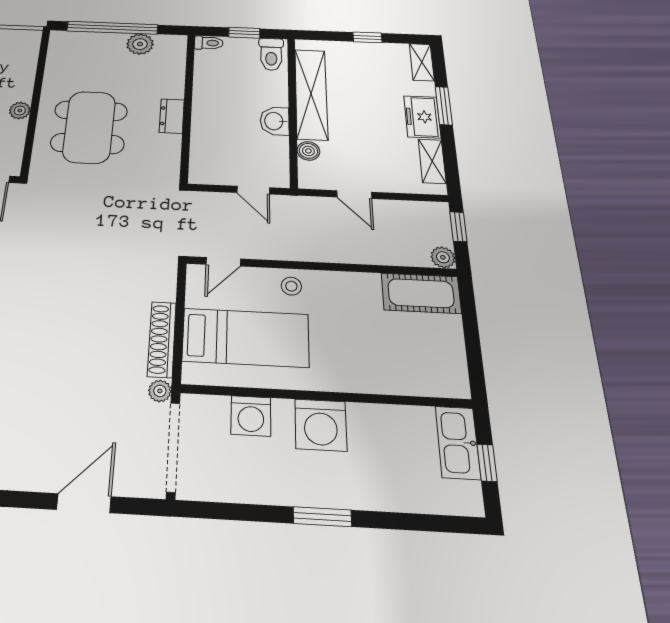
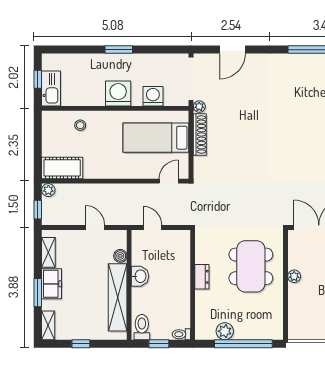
stool: (291, 286) -> (80, 125), moved

